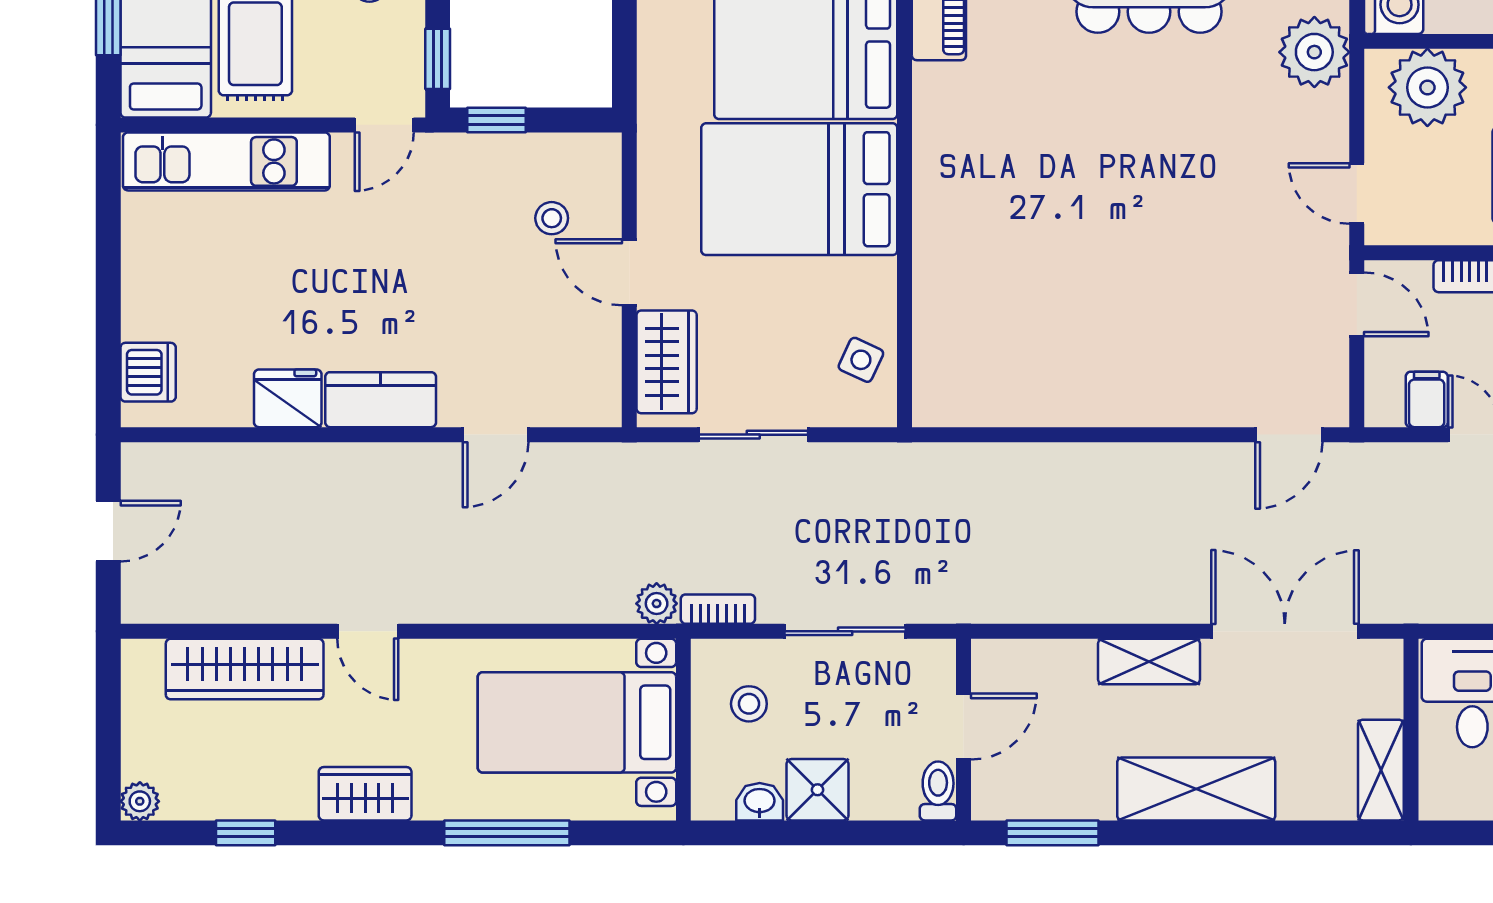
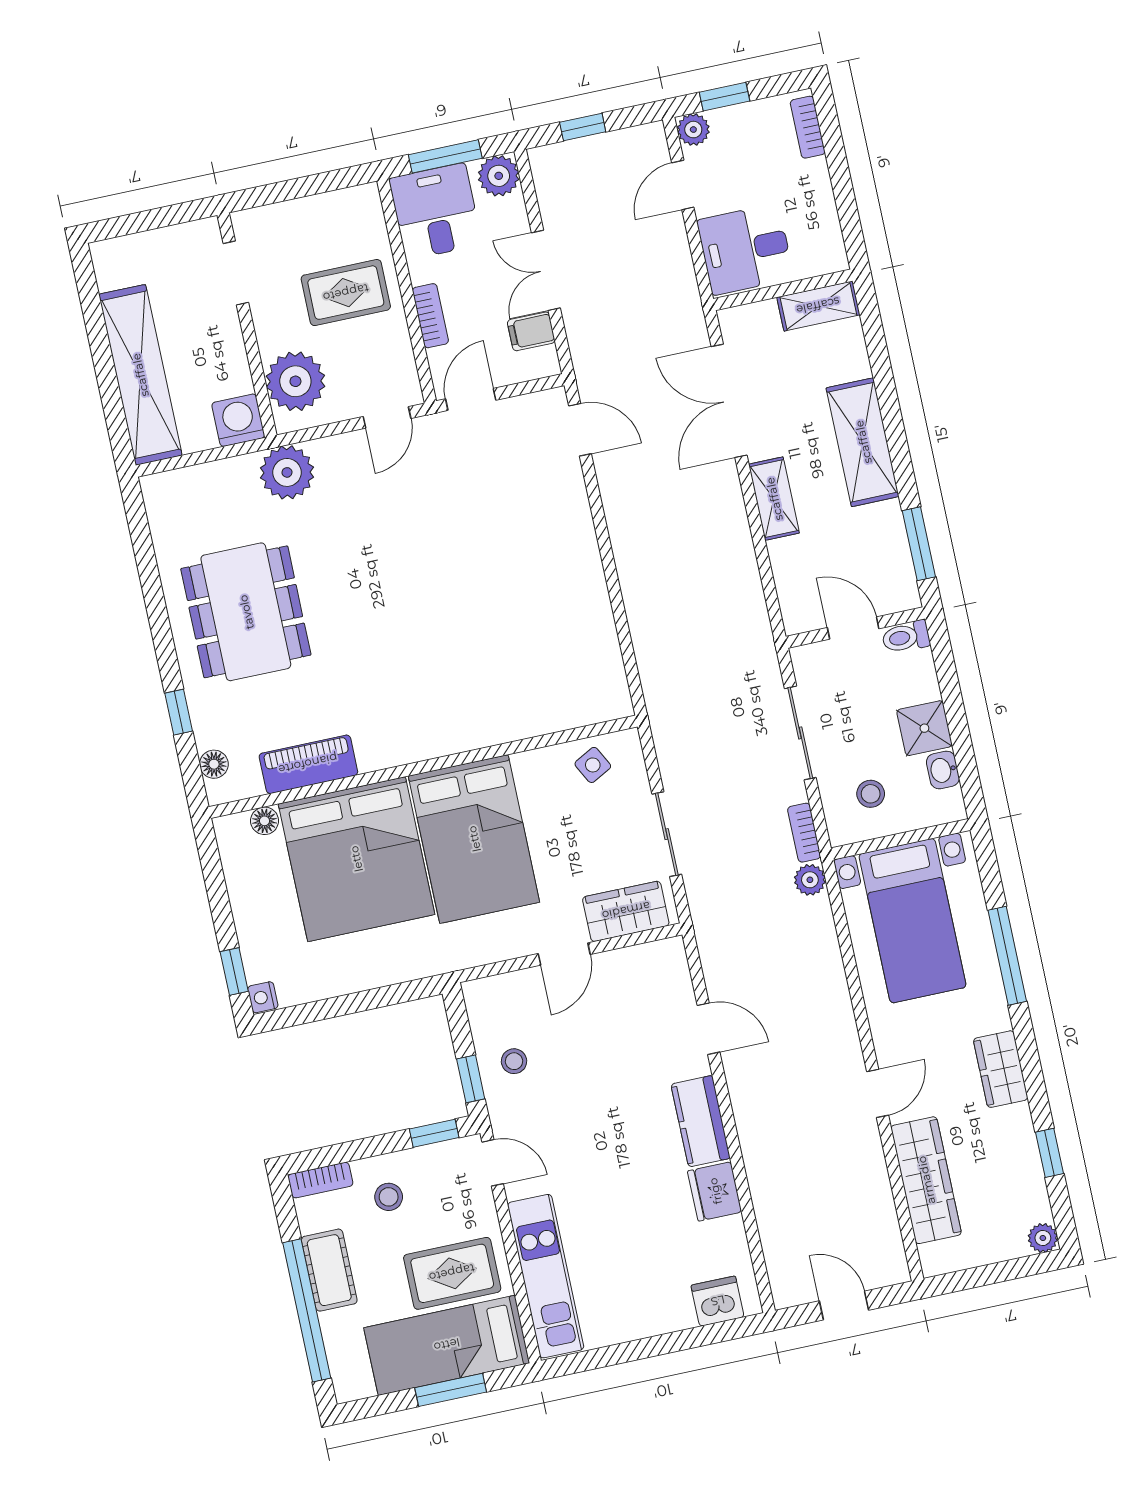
stool: (552, 218) -> (514, 1061), moved
side table: (861, 360) -> (593, 765), turned 37

